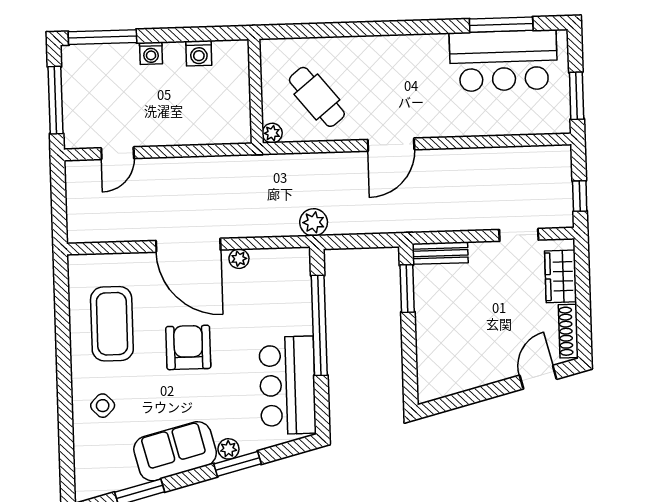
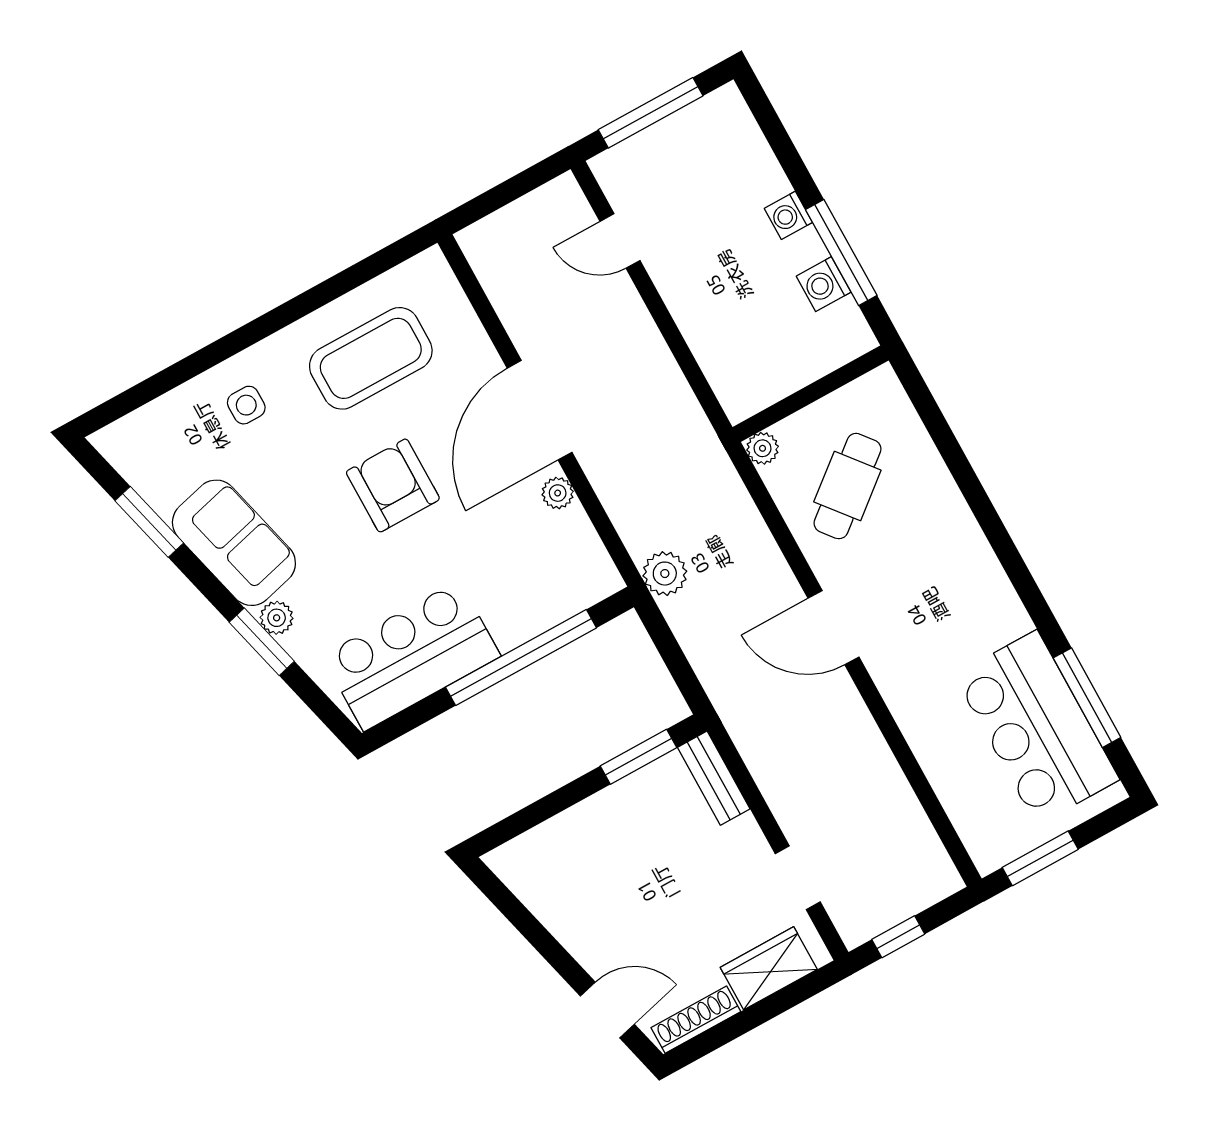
window: (102, 37) -> (841, 253), moved
armchair: (188, 347) -> (393, 485), turned -90
side table: (103, 406) -> (246, 405), turned 45

